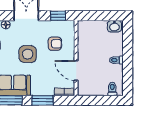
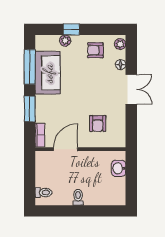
window: (58, 16) -> (131, 127), removed
washbasin: (114, 26) -> (119, 168), moved
side table: (28, 54) -> (85, 91), removed

